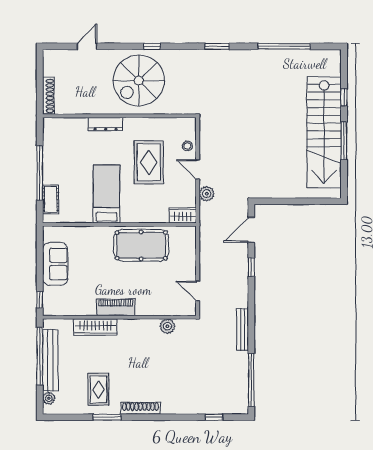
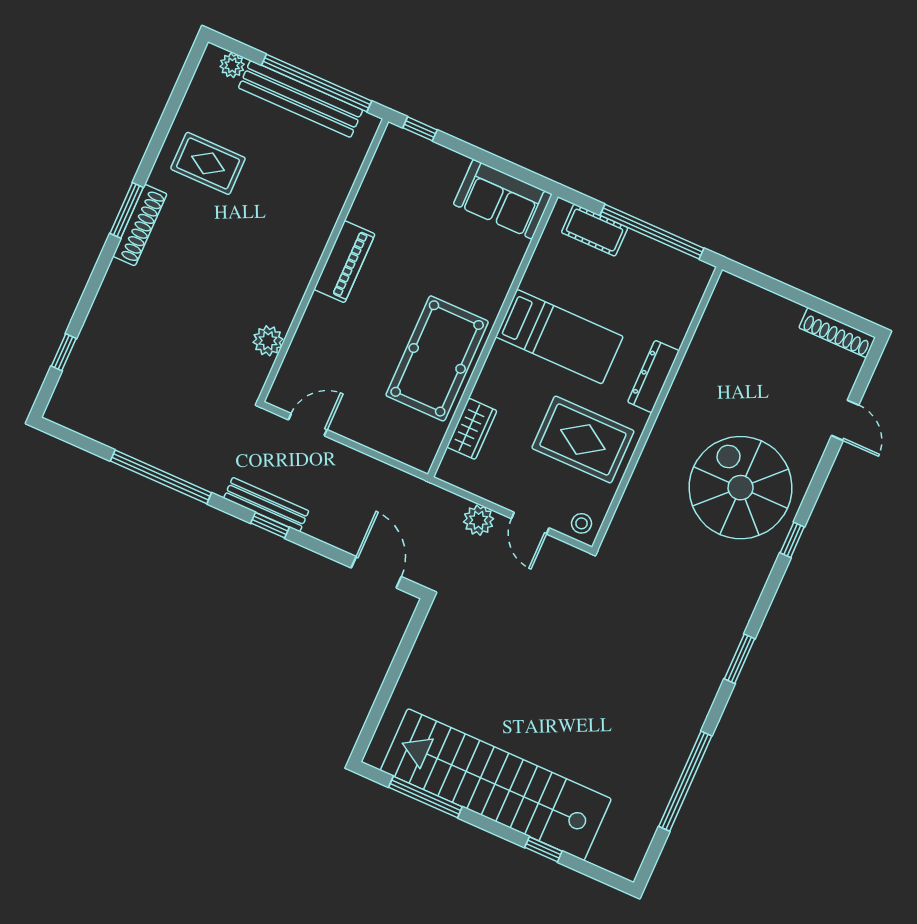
shoe rack: (48, 96) -> (837, 333), moved
wall: (119, 116) -> (657, 408), moved
dresser: (106, 124) -> (653, 376), moved
window: (344, 141) -> (425, 797), moved
door: (198, 169) -> (530, 523), swing flipped
wardrobe: (183, 215) -> (472, 429), moved
sofa: (55, 264) -> (503, 199), moved
window: (251, 267) -> (270, 525), moved
wardrobe: (95, 327) -> (325, 208), removed
bench: (243, 330) -> (266, 504), moved
window: (251, 380) -> (161, 477), moved
window: (107, 417) -> (127, 210), moved

